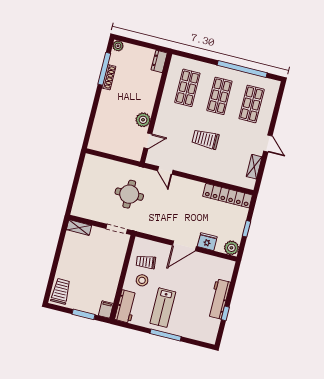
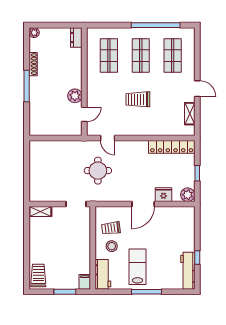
window: (104, 69) -> (27, 86), moved
round table: (129, 194) -> (98, 171), moved
workbench: (219, 299) -> (188, 271), moved
lab bench: (163, 308) -> (138, 267), turned 180

